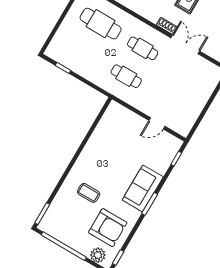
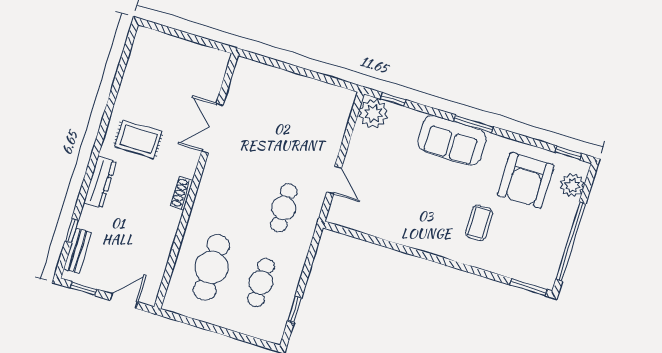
shoe rack: (167, 26) -> (181, 193), moved
cafe table: (143, 48) -> (261, 283), moved
door: (157, 123) -> (334, 180), moved
plant: (171, 145) -> (373, 113), added
armchair: (108, 228) -> (526, 180), turned 180

